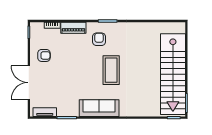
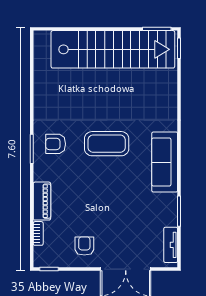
armchair: (99, 39) -> (56, 144), moved

